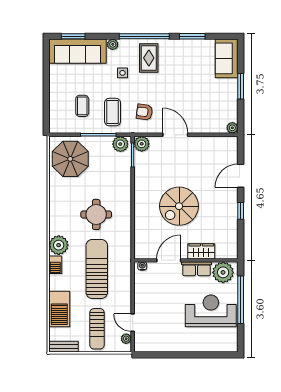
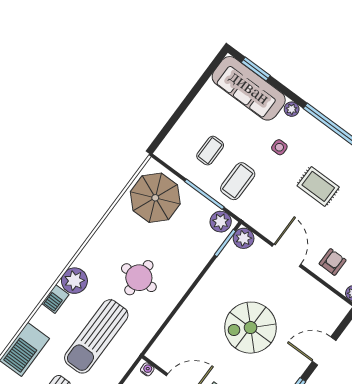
rug: (149, 58) -> (318, 186), moved, turned 90
armchair: (144, 112) -> (333, 262), moved, turned 82
spiral stairs: (179, 206) -> (251, 328), moved
sun lounger: (97, 269) -> (96, 336), turned 180

